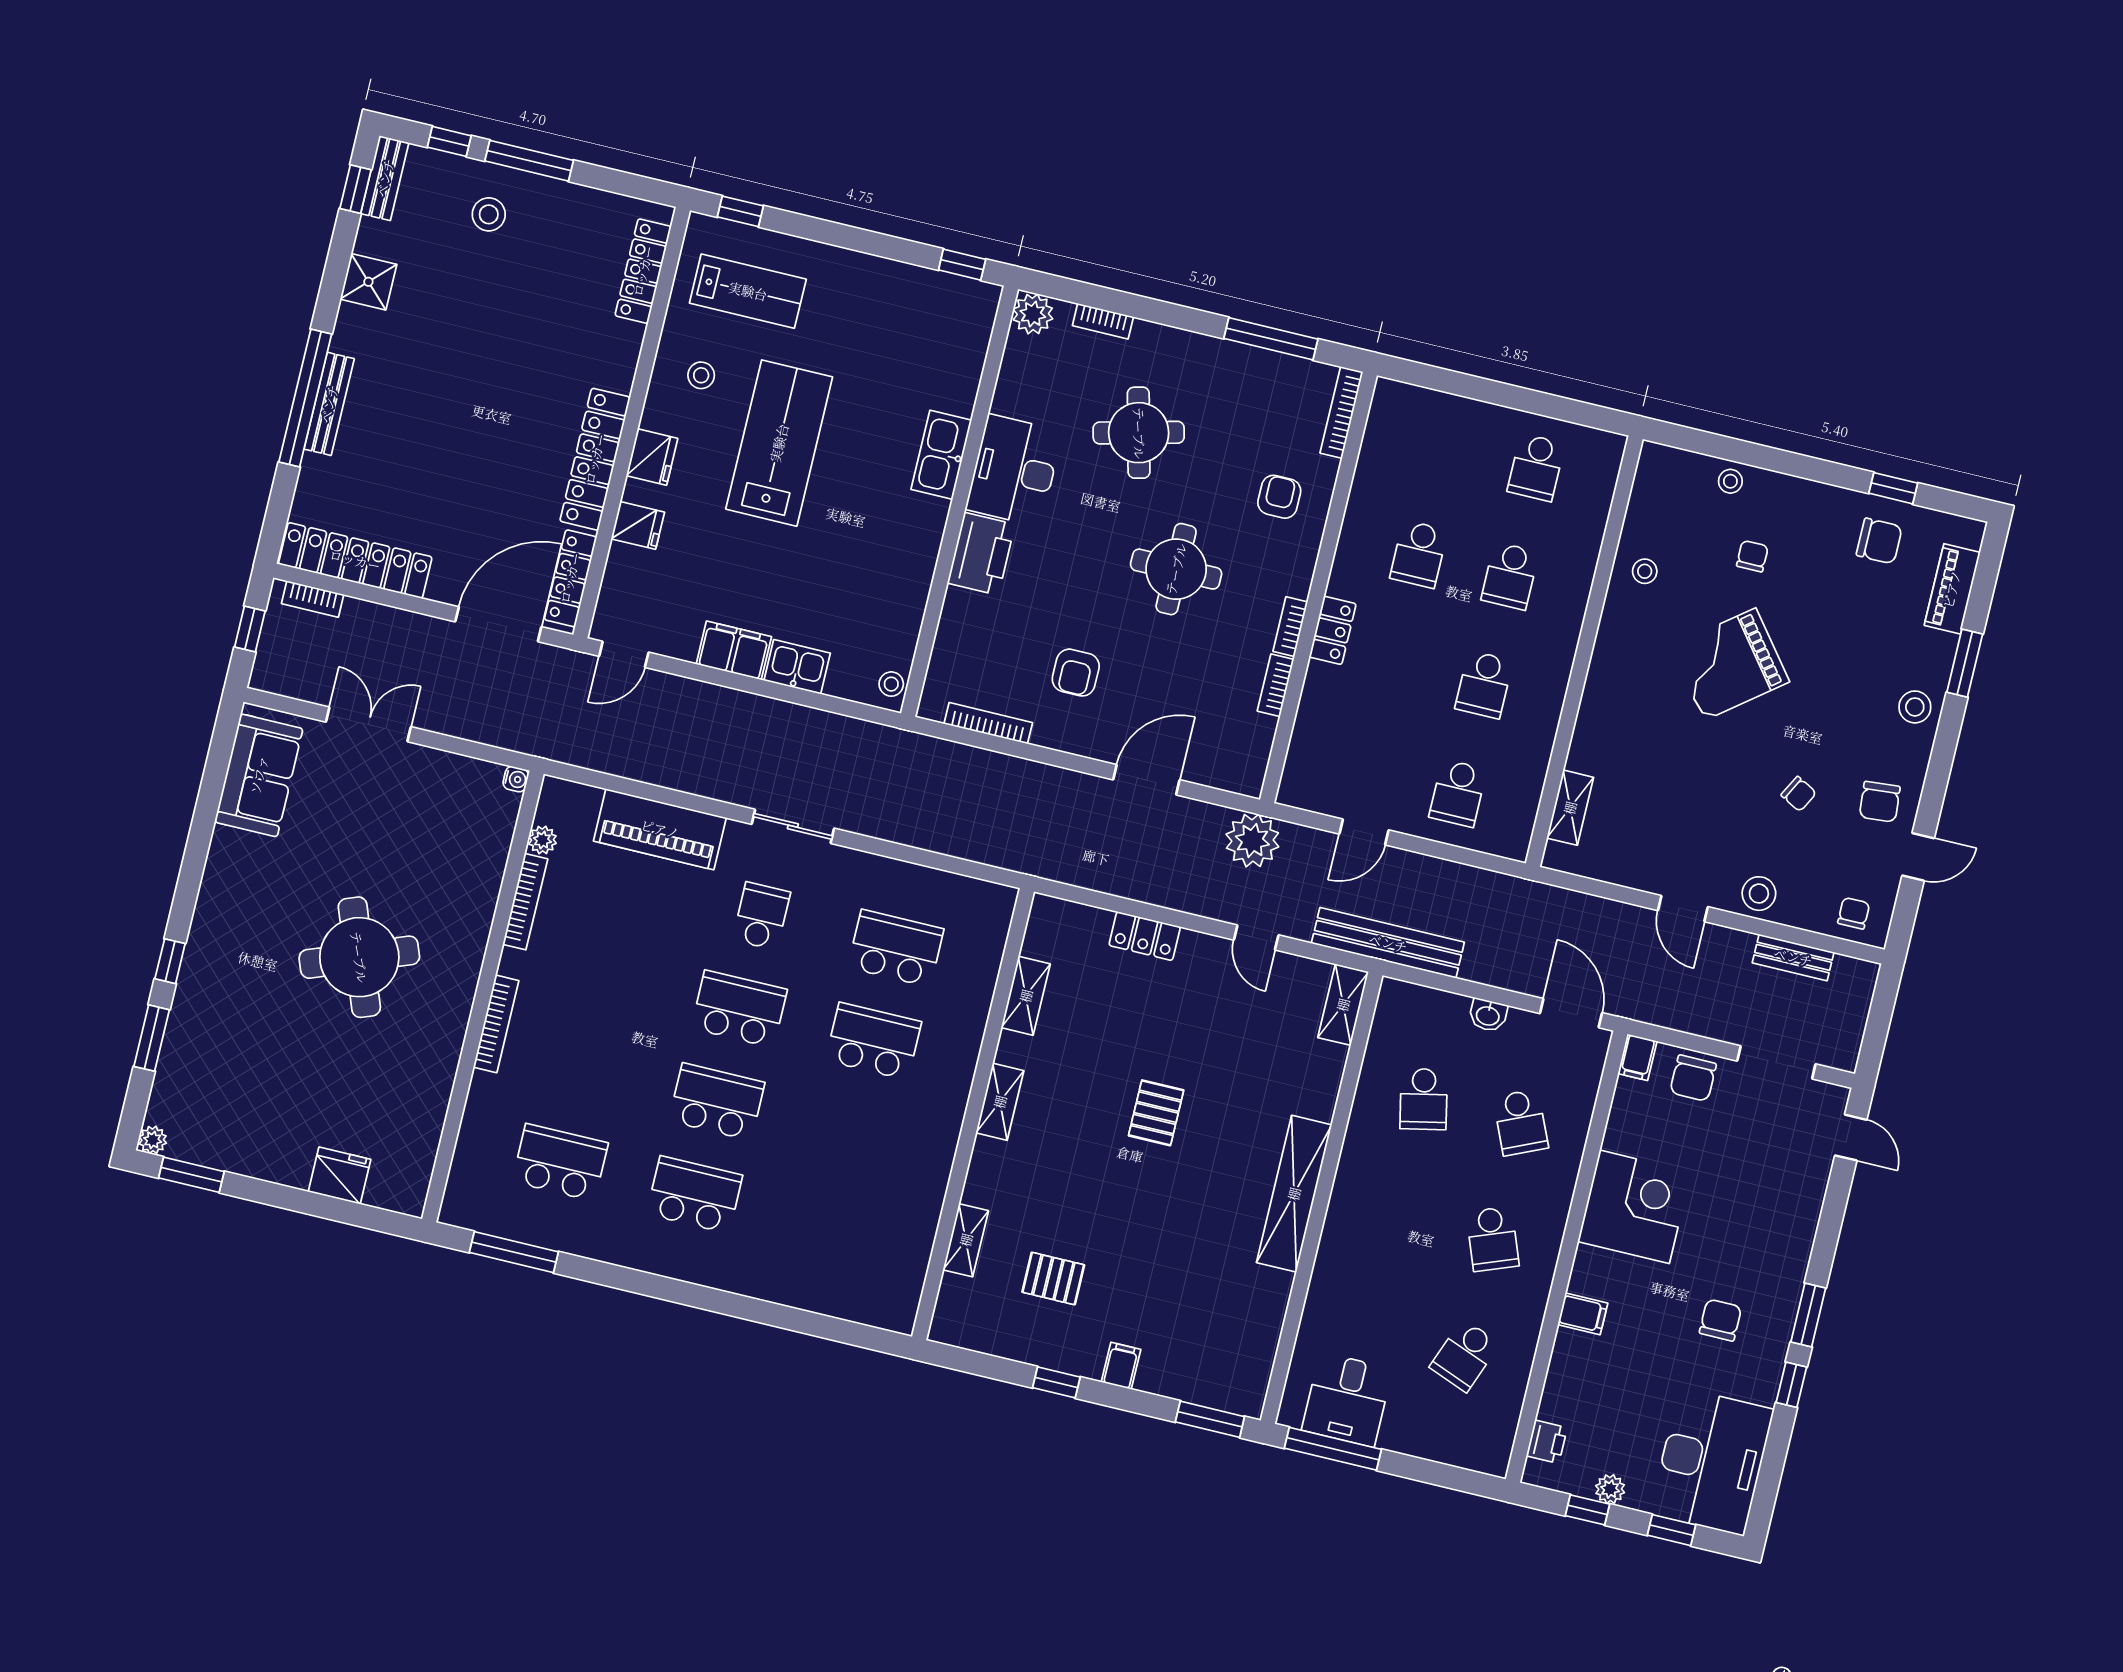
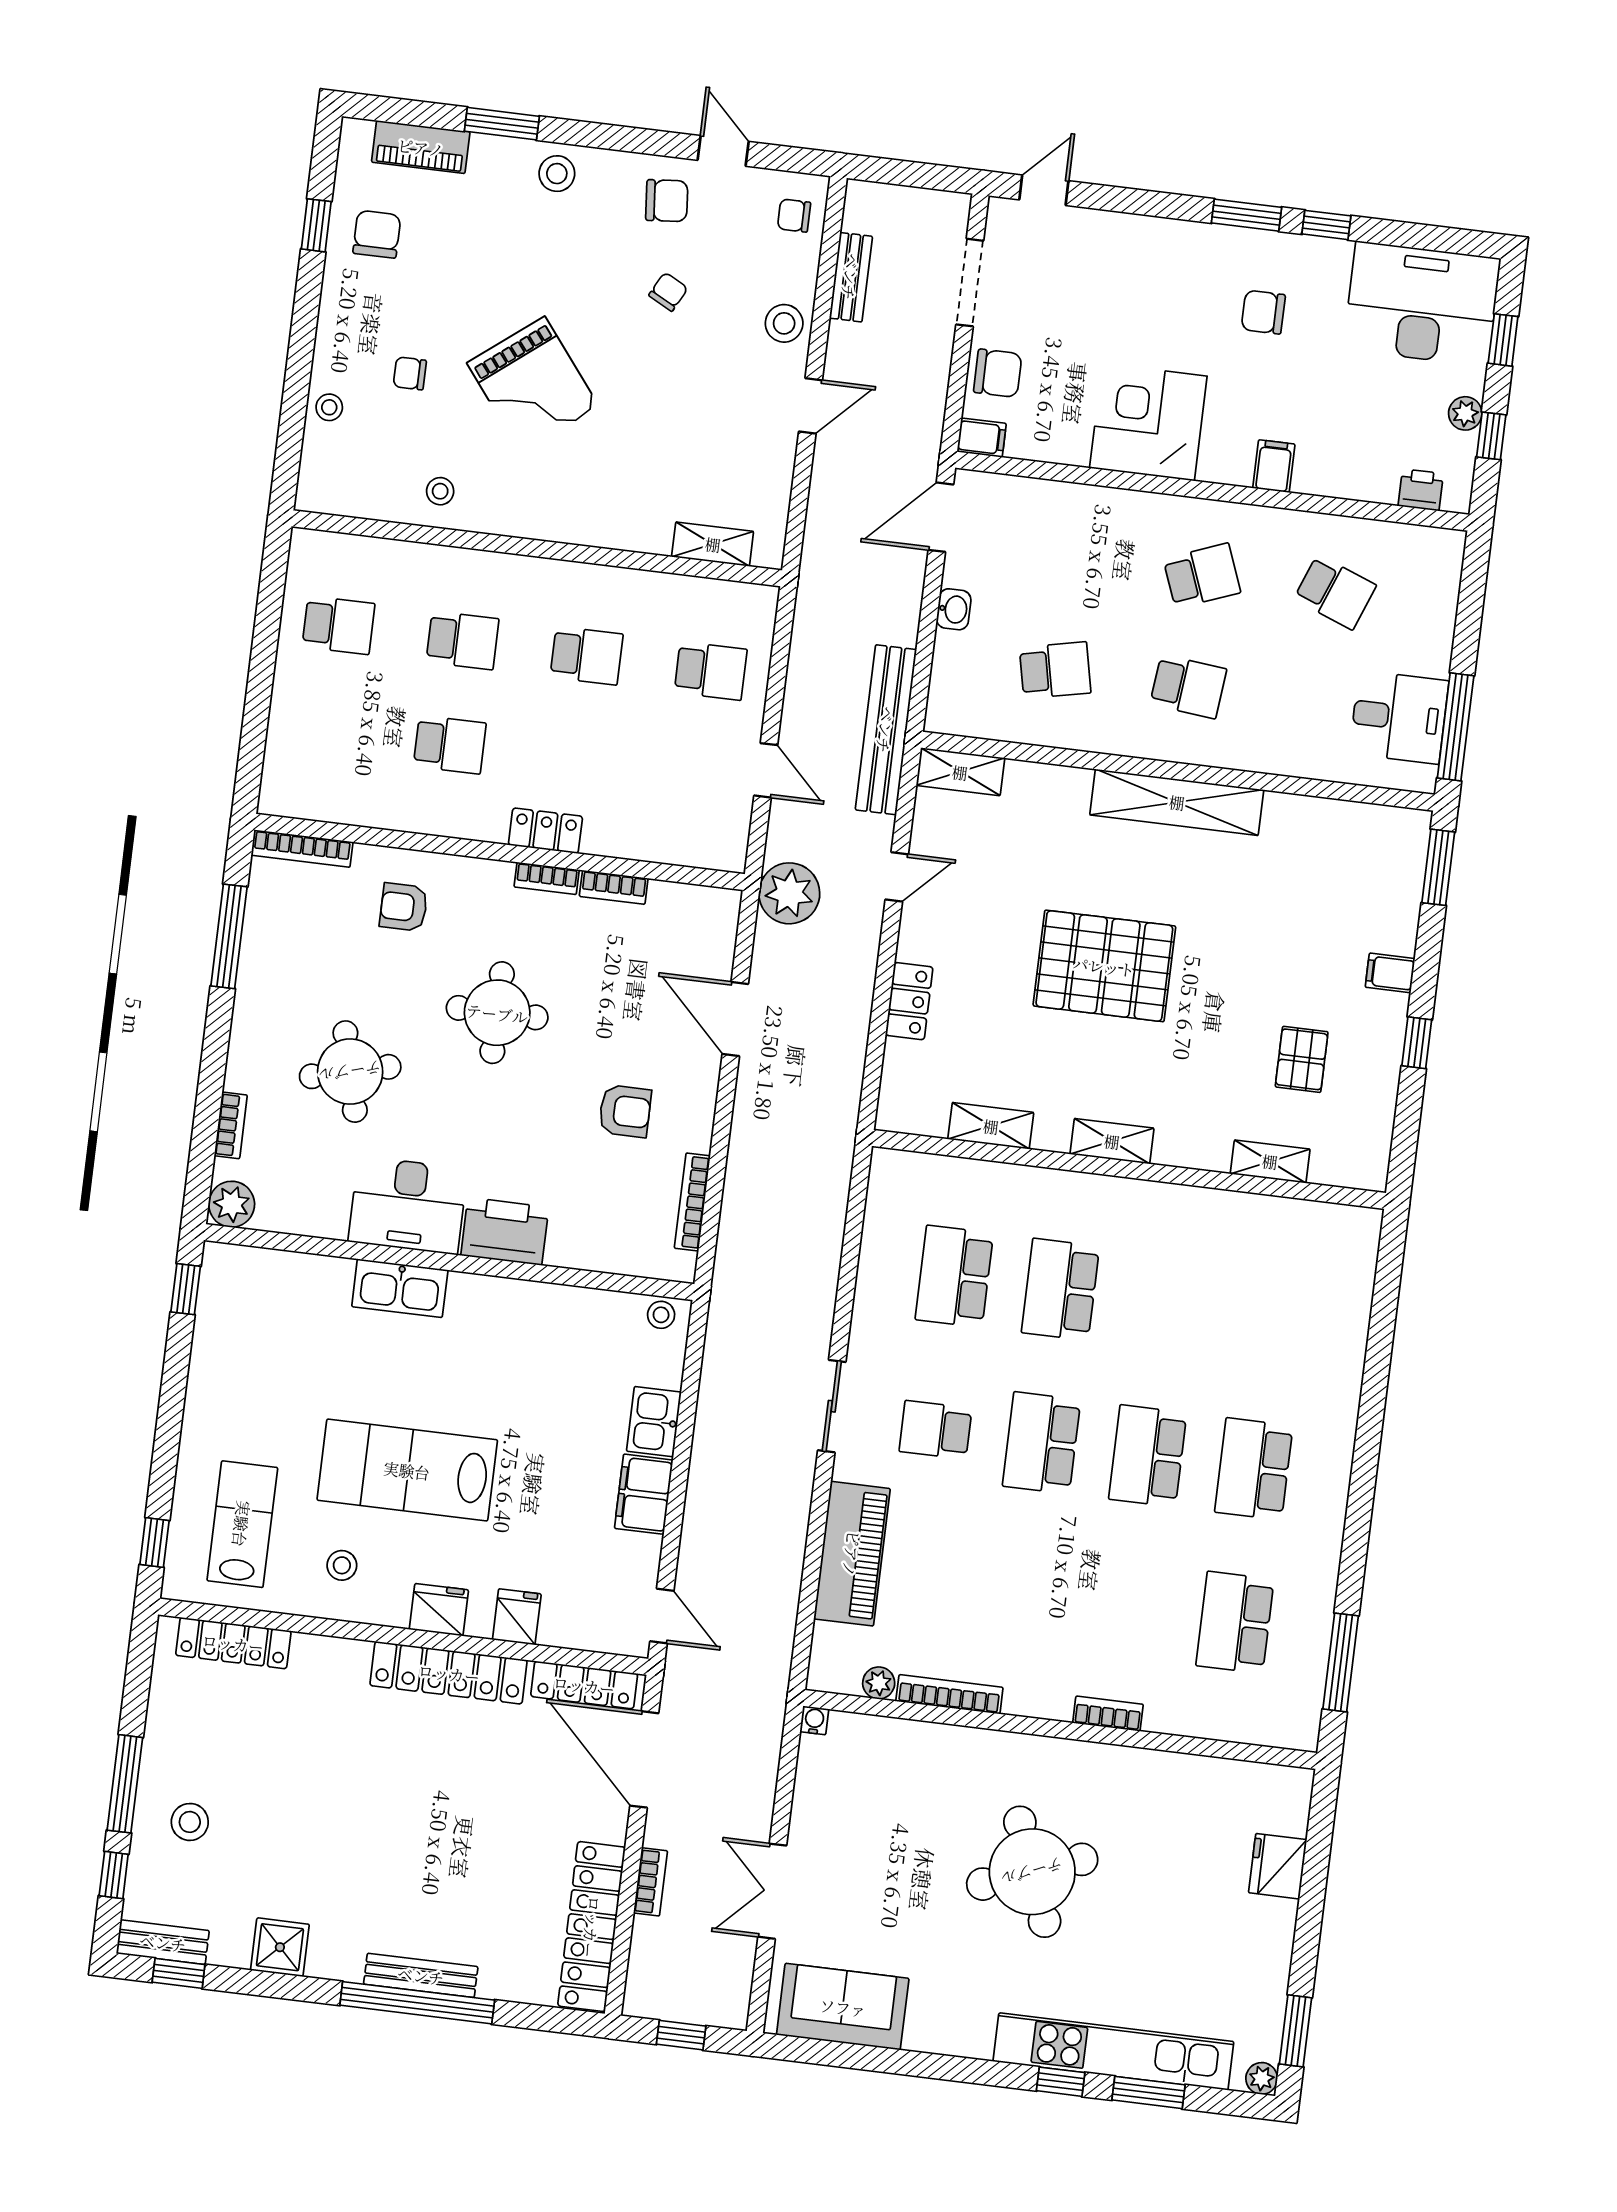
bookcase: (313, 599) -> (650, 1882), moved
kitchen unit: (192, 1011) -> (1113, 2052), added
bookcase: (496, 1024) -> (1108, 1714), width x0.64
pallet: (1156, 1113) -> (1104, 966), width x2.05, depth x2.00
school desk: (1521, 1122) -> (1188, 687), moved, turned 30

